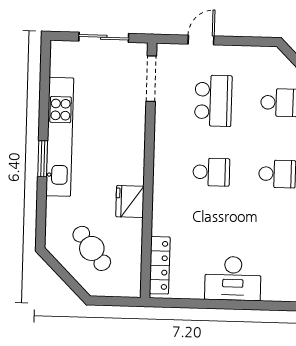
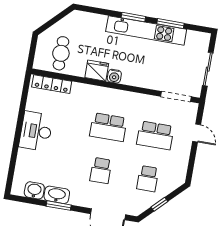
window: (44, 102) -> (170, 24), added
school desk: (211, 172) -> (108, 127), width x1.85
water cooler: (134, 174) -> (114, 76), added
cafe table: (92, 248) -> (61, 53), moved, turned -52

